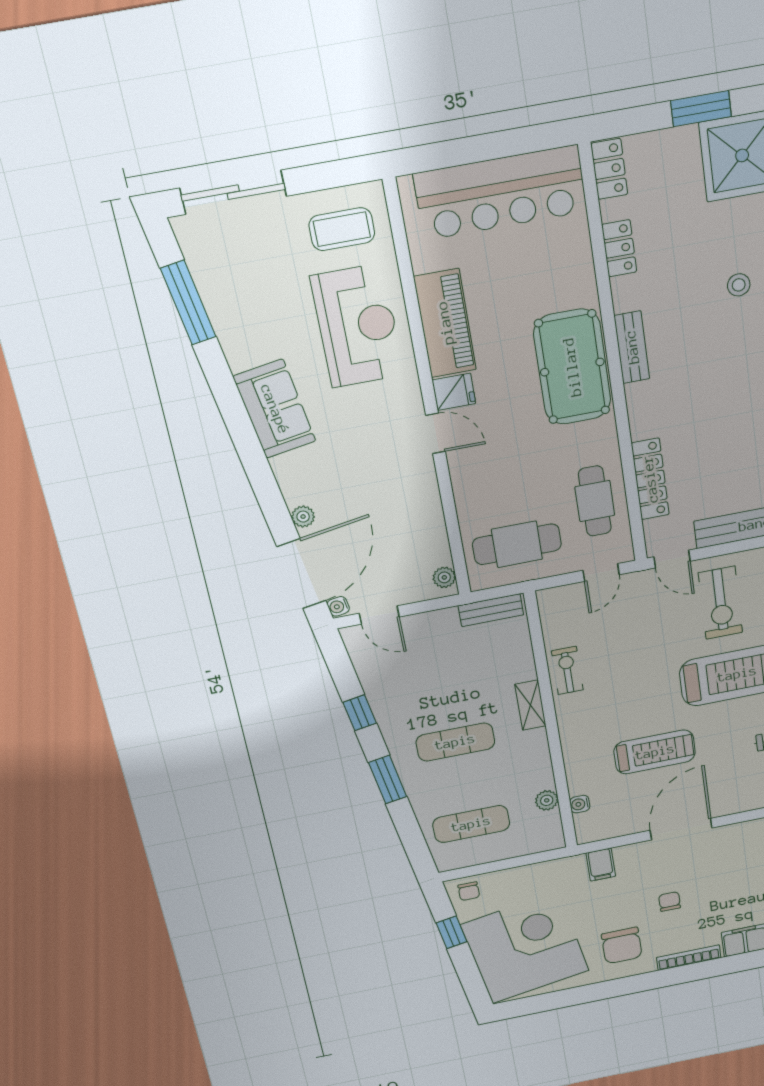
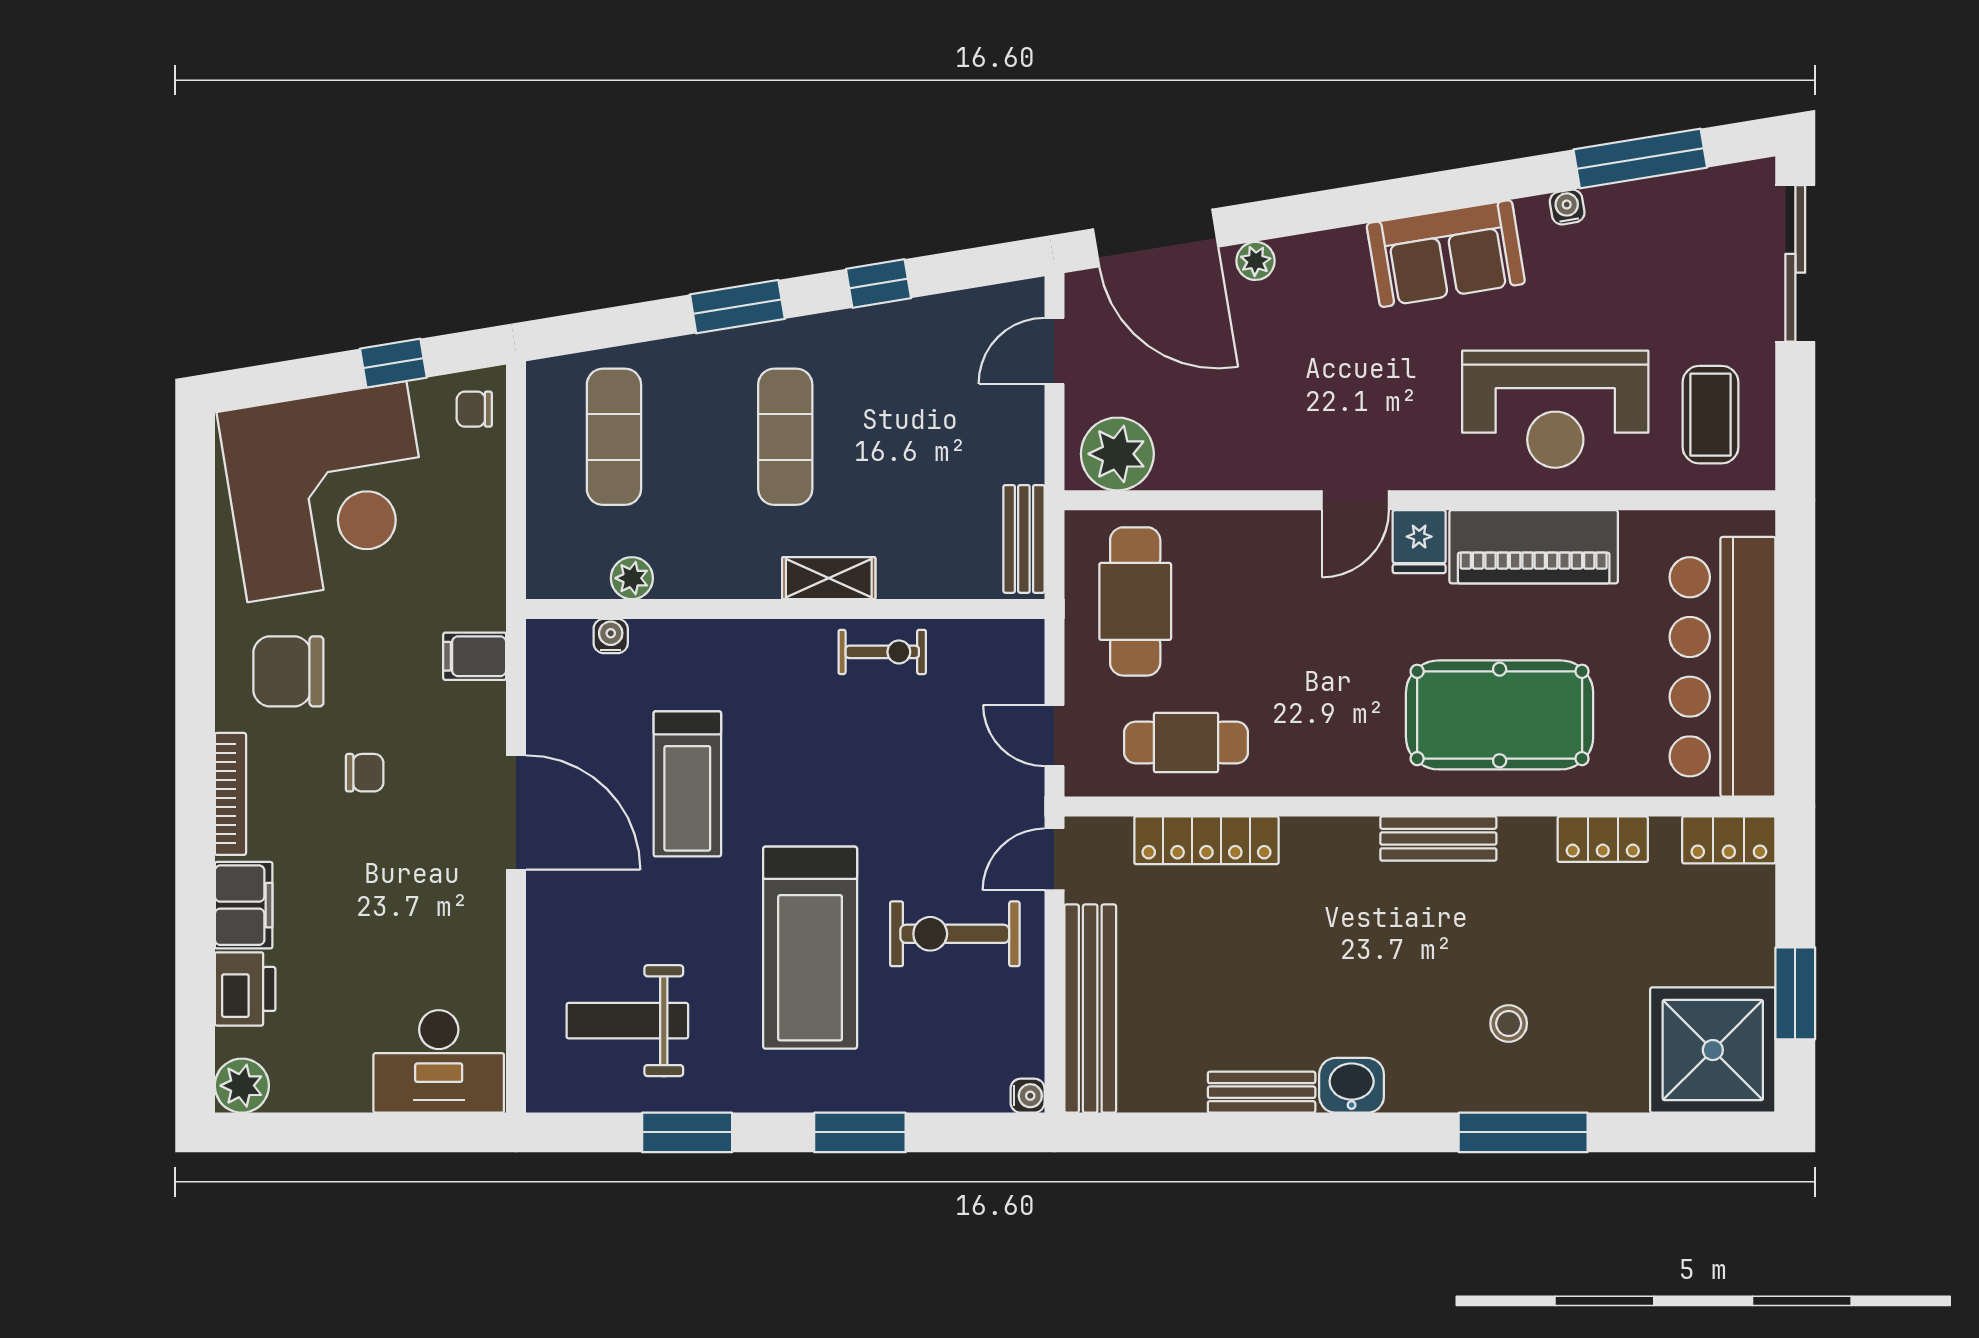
pool table: (572, 367) -> (1500, 715), moved
plant: (444, 577) -> (1117, 454), width x1.88, depth x1.88
water cooler: (338, 606) -> (1567, 207), moved

